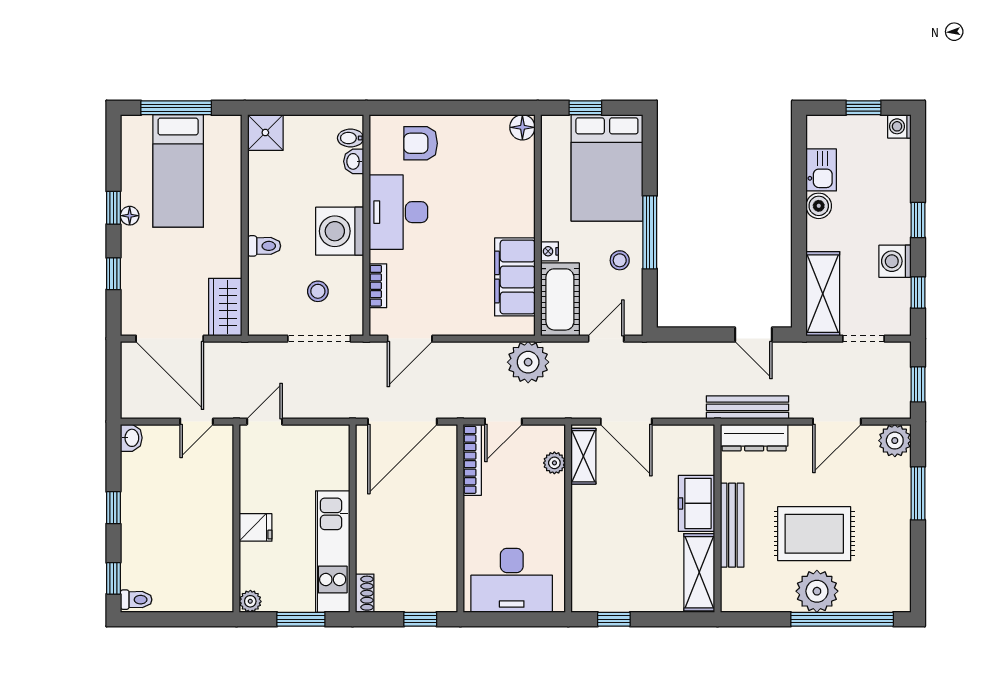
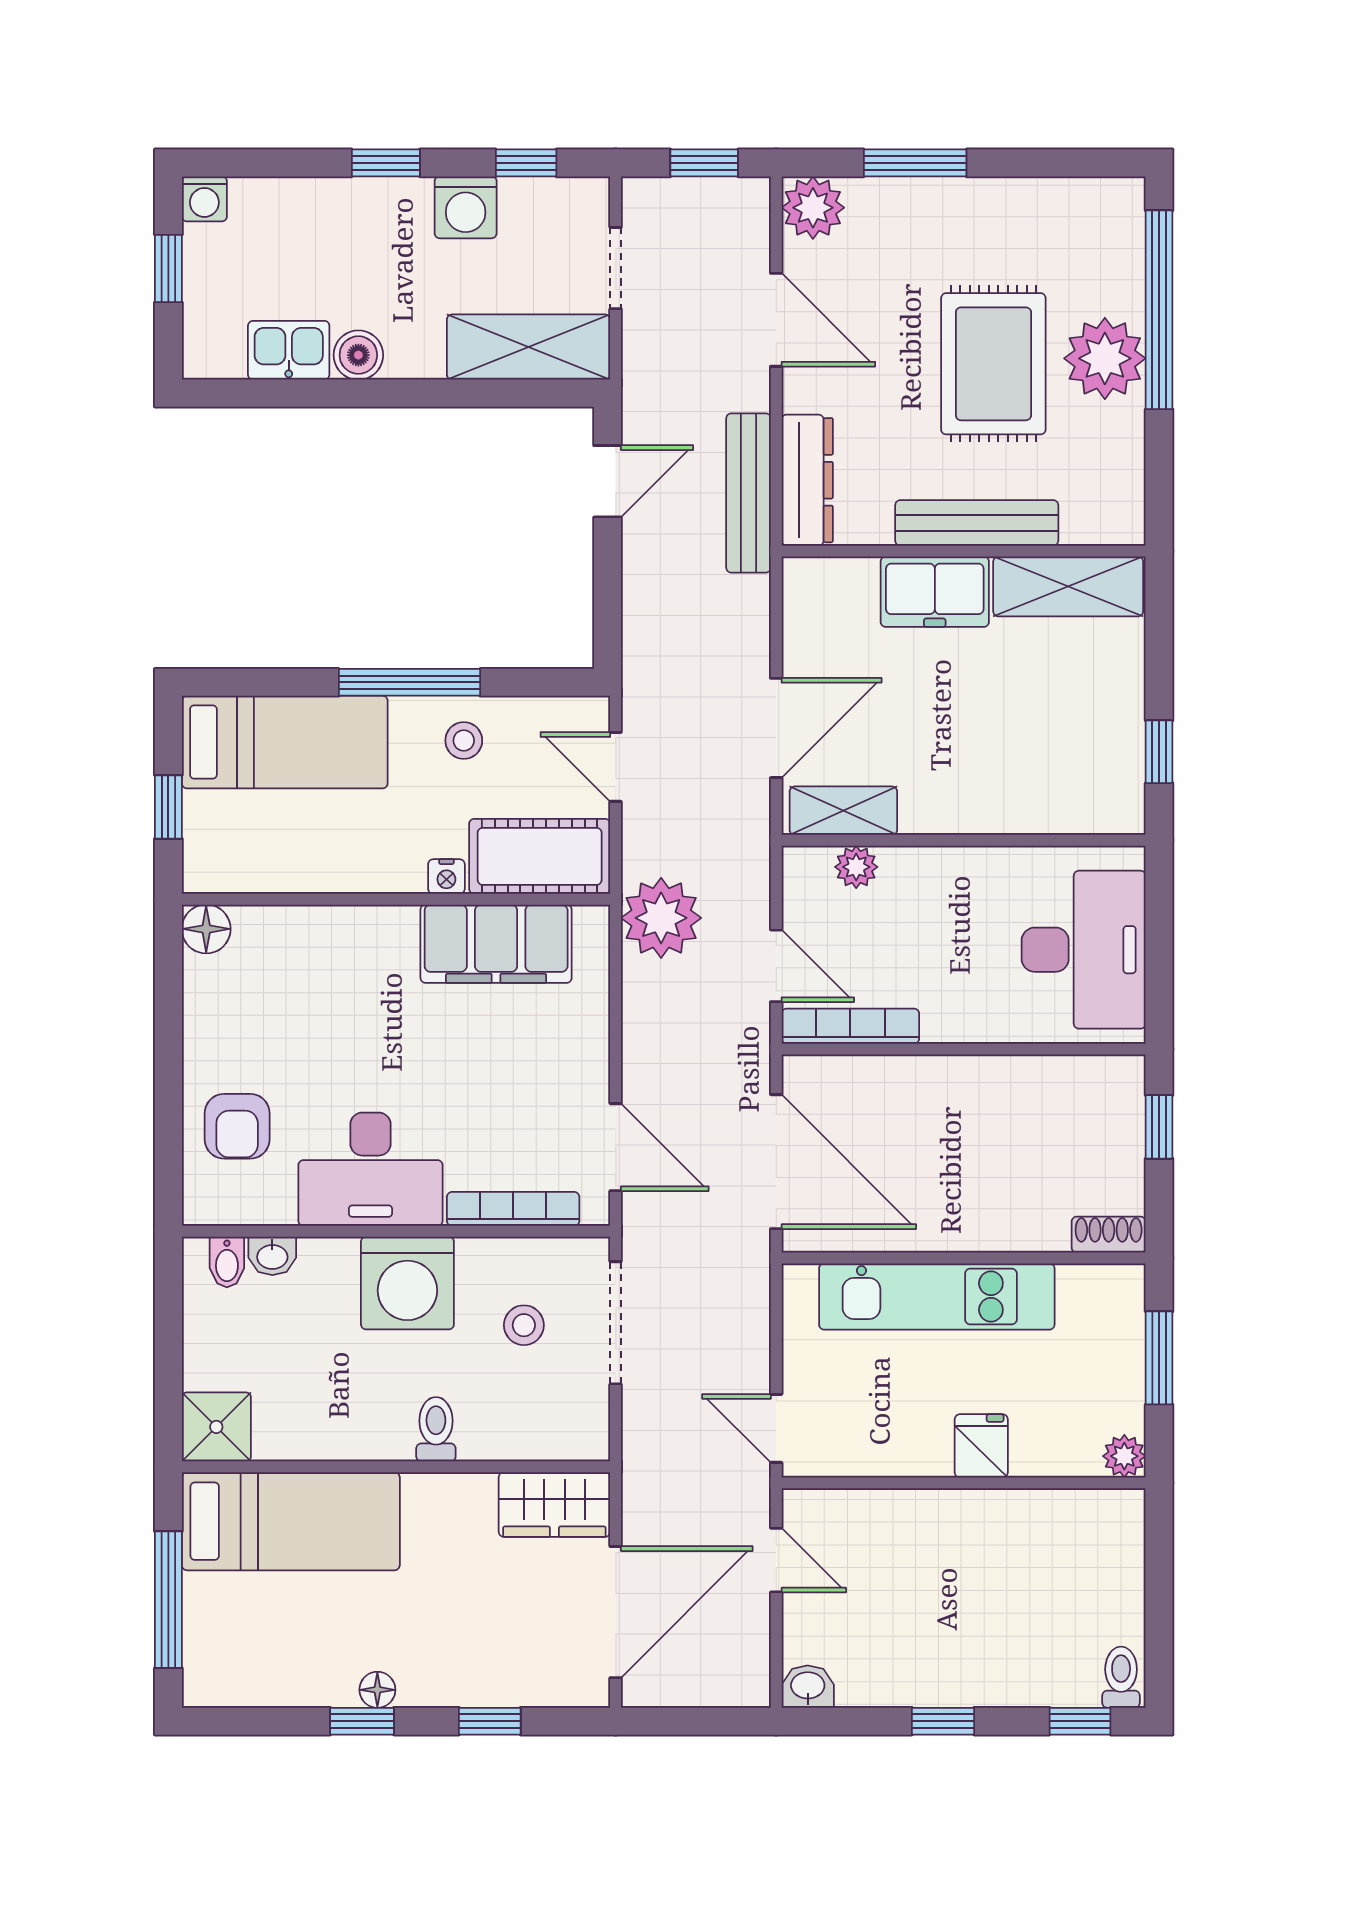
bed: (607, 168) -> (285, 742), width x0.67
bed: (178, 171) -> (291, 1521), moved
bookcase: (378, 286) -> (513, 1209), width x1.56
kitchen unit: (333, 552) -> (937, 1297), moved

